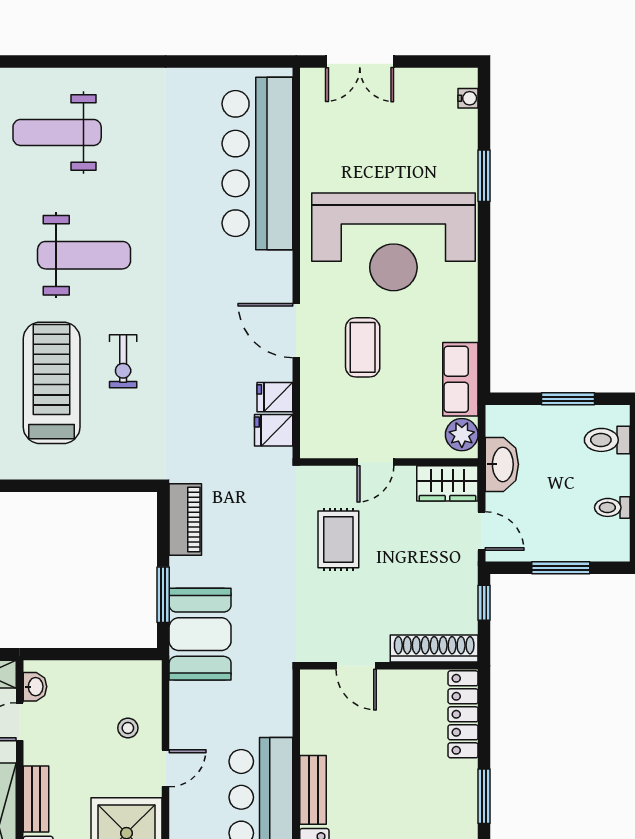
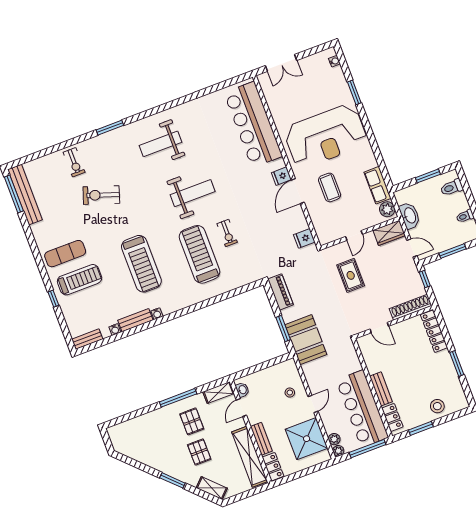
door: (296, 331) -> (298, 191), hinge flipped
fridge: (275, 397) -> (281, 176), moved

